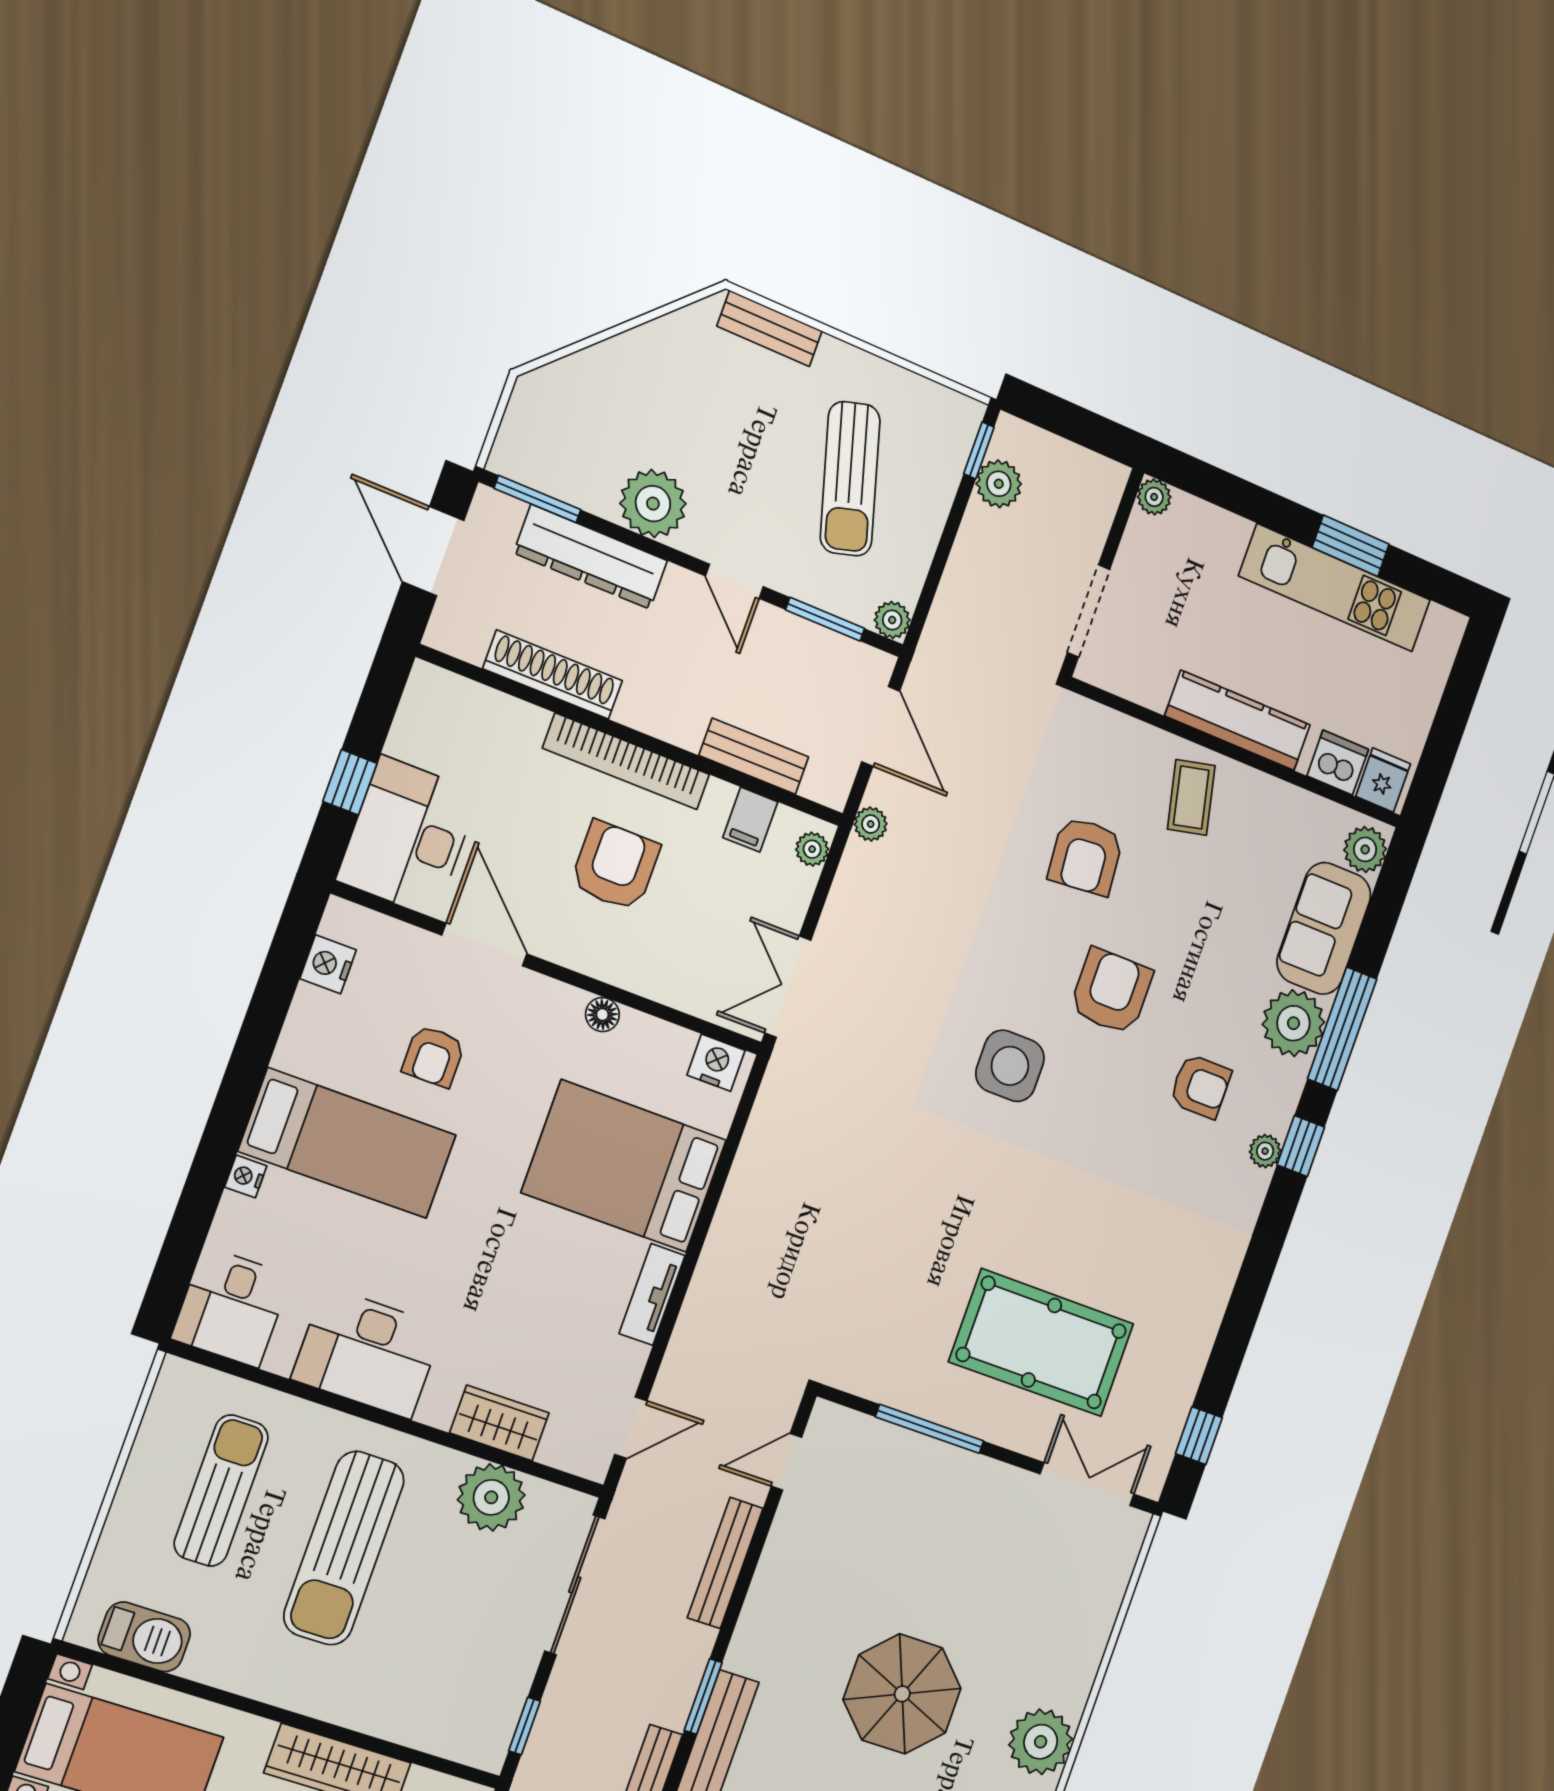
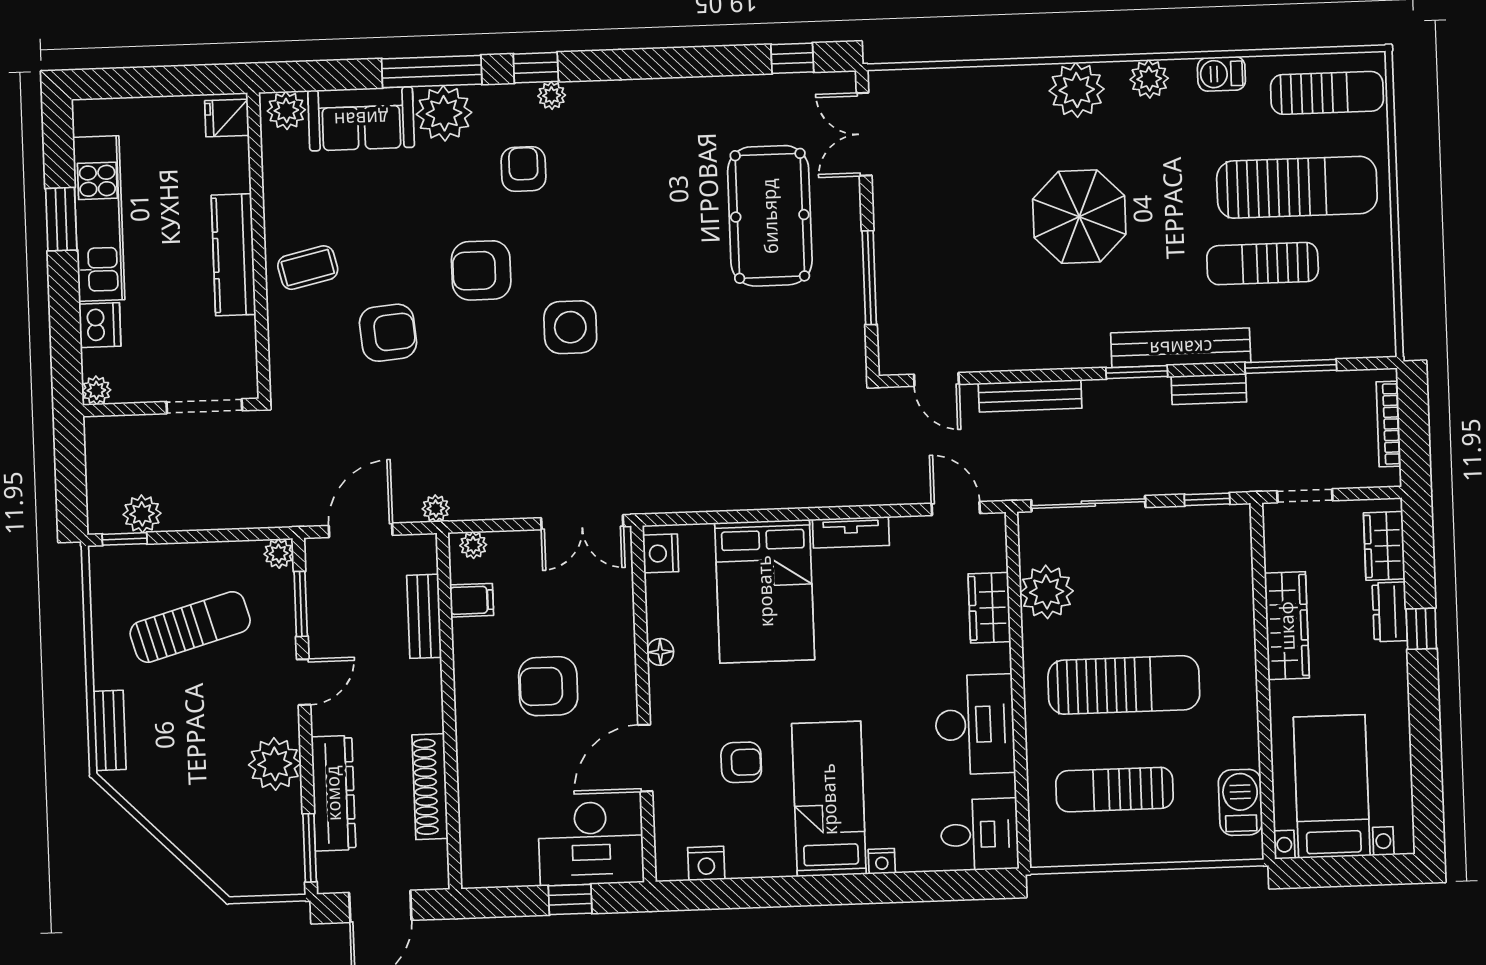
bookcase: (626, 761) -> (469, 708), removed
dishwasher: (1338, 763) -> (100, 325), moved, turned 180

